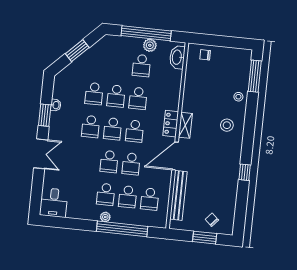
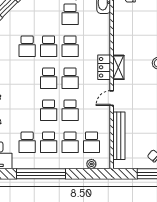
school desk: (91, 126) -> (27, 142), moved
door: (175, 156) -> (112, 98), width x0.53
plant: (105, 217) -> (91, 164), moved
window: (122, 229) -> (41, 174), moved

